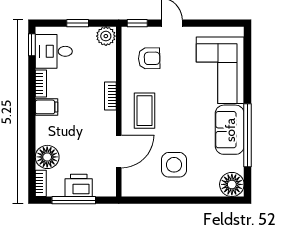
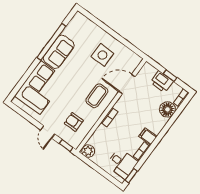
window: (78, 23) -> (98, 169), removed
floor lamp: (232, 184) -> (79, 22), removed
window: (74, 200) -> (170, 76), width x0.46

